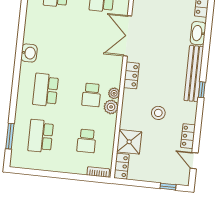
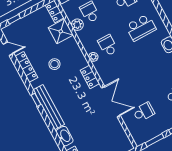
school desk: (46, 90) -> (141, 28), turned 90
plant: (111, 107) -> (77, 25), moved
locker: (188, 136) -> (26, 67), width x1.53

